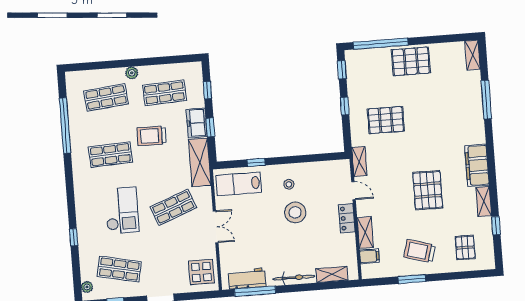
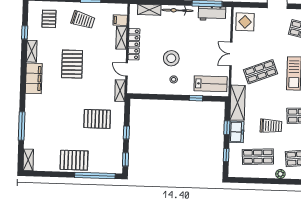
locker: (347, 218) -> (134, 44), width x1.53

